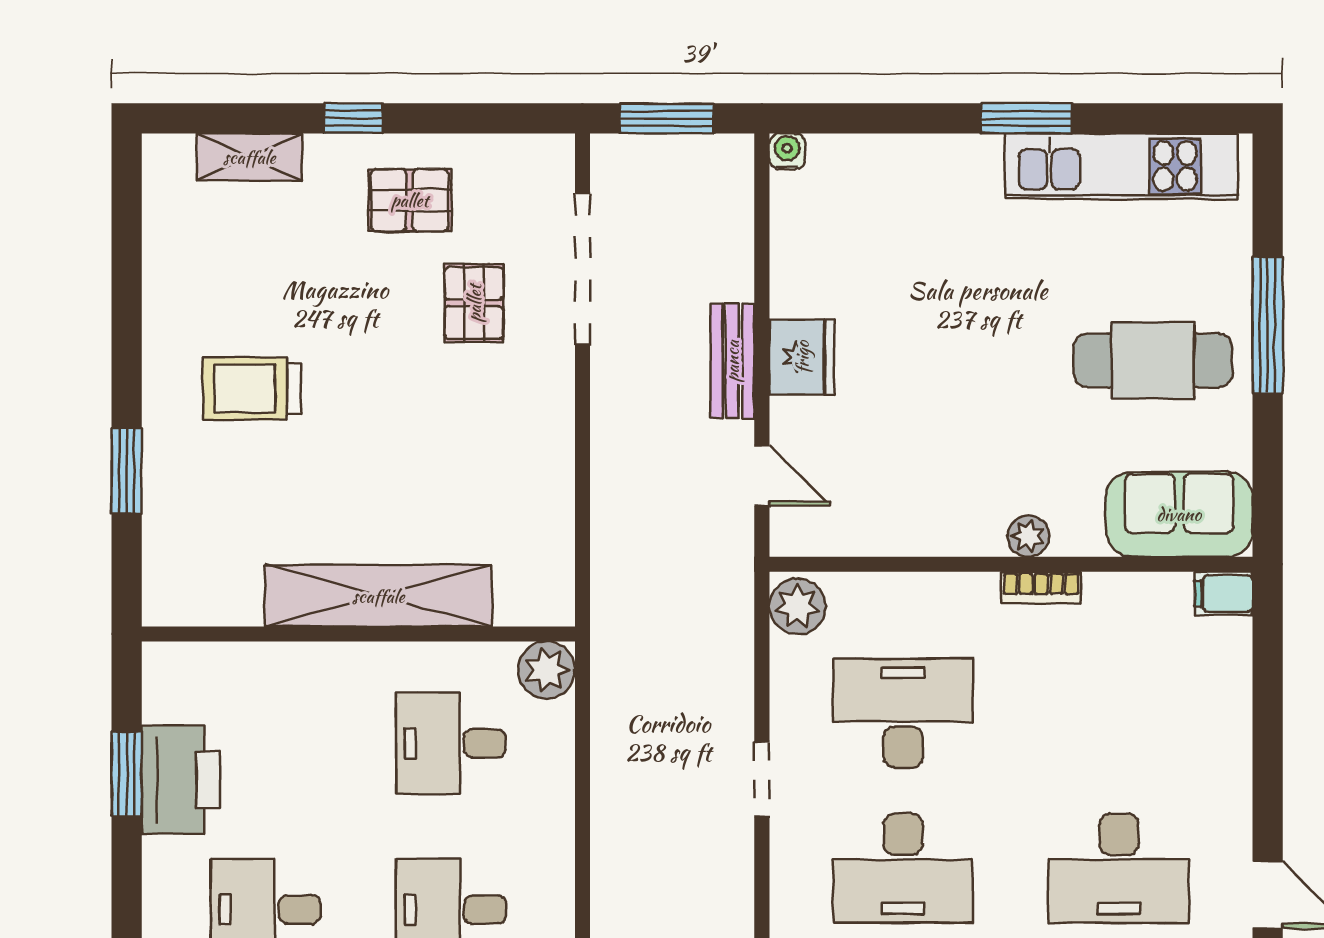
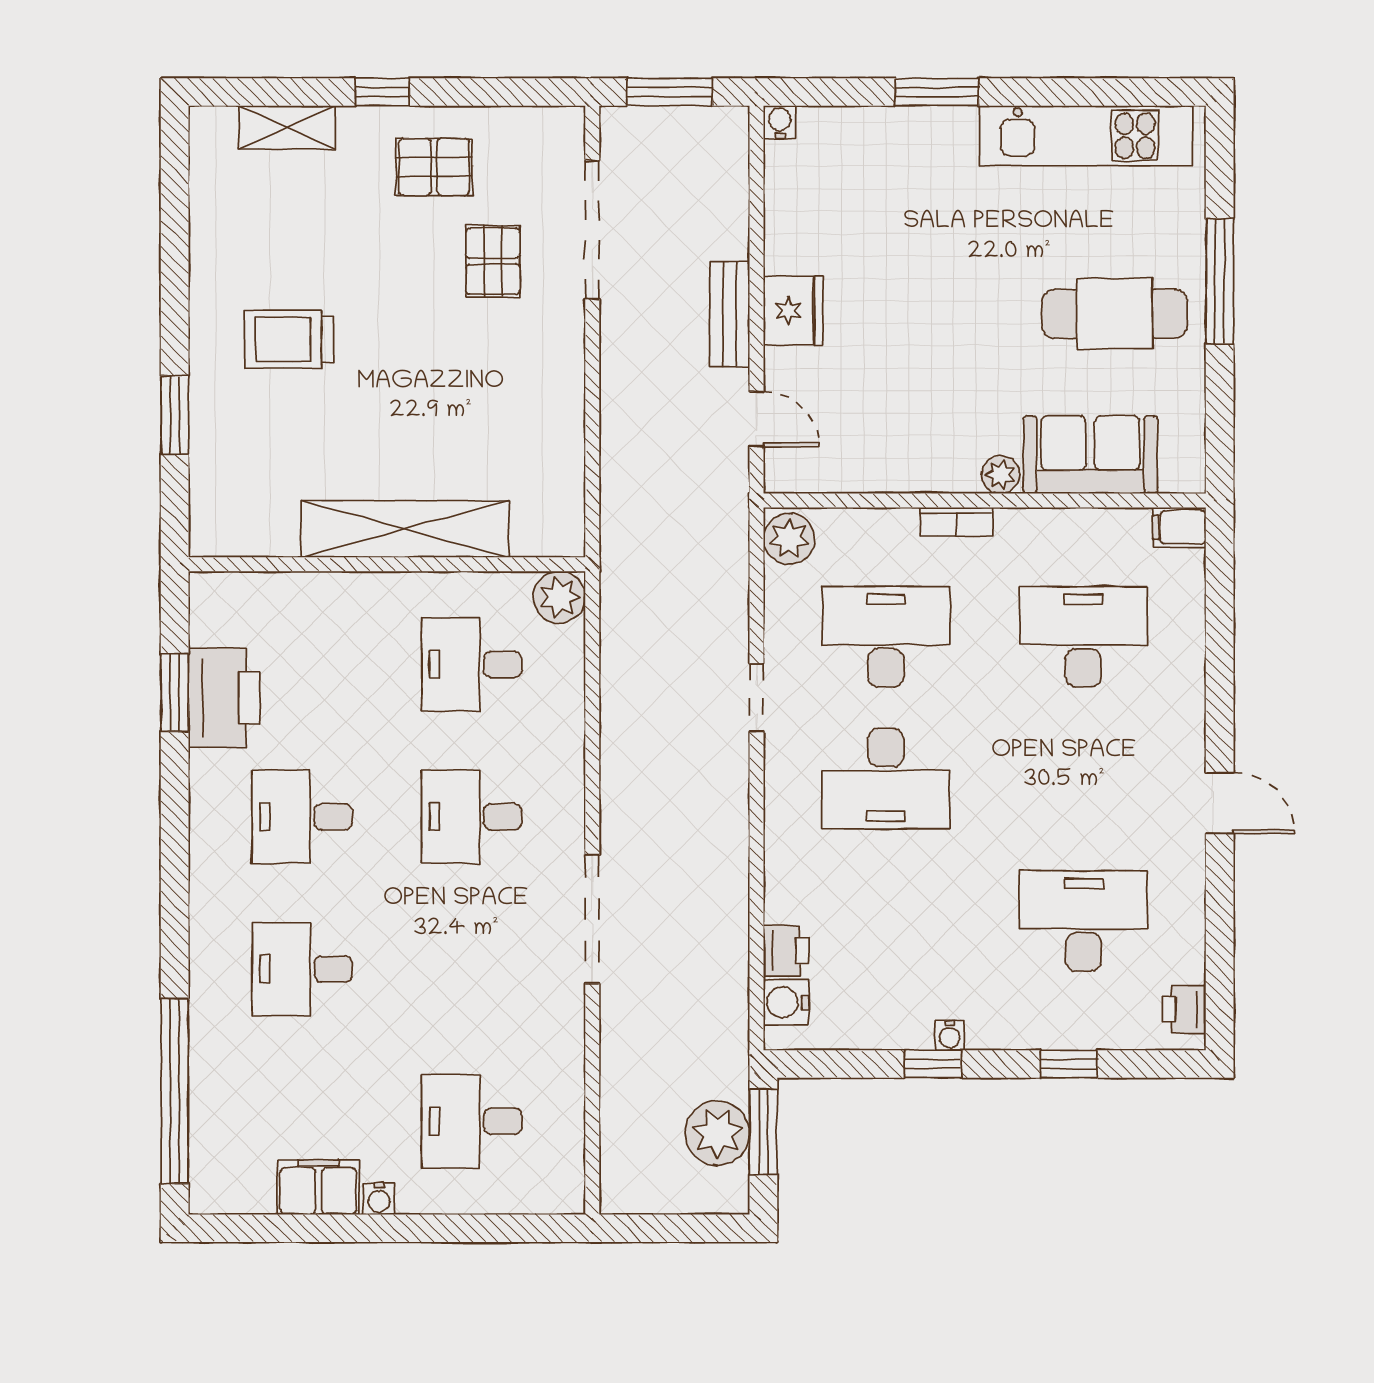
window: (1026, 118) -> (937, 92), moved
sofa: (1179, 514) -> (1090, 455), moved
bookcase: (1041, 588) -> (956, 522), moved
desk: (1119, 868) -> (1083, 637), moved, turned 180

